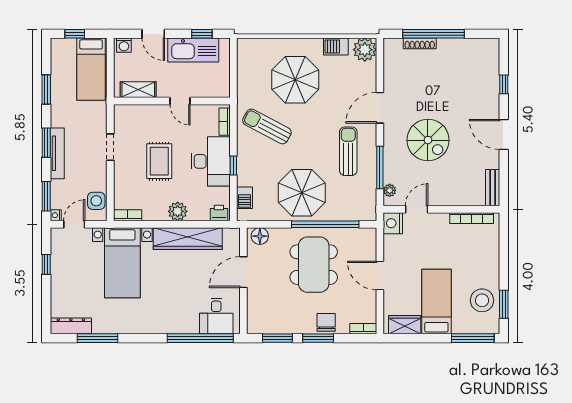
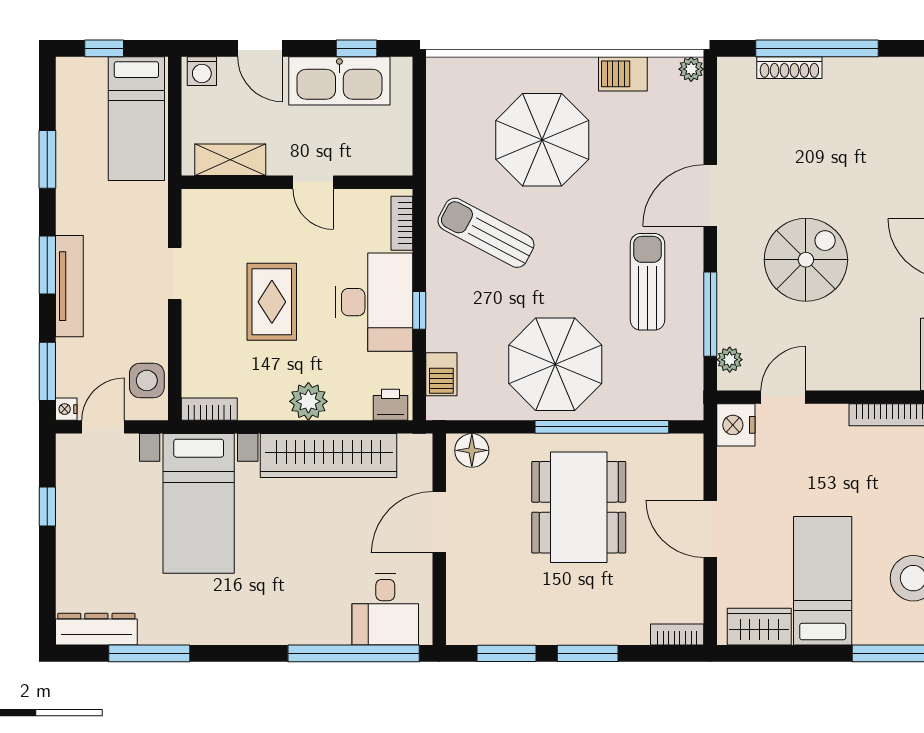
plant: (365, 50) -> (691, 69), width x0.53, depth x0.53
spiral stairs: (428, 140) -> (806, 260), turned -90
chair: (326, 322) -> (603, 622), removed

